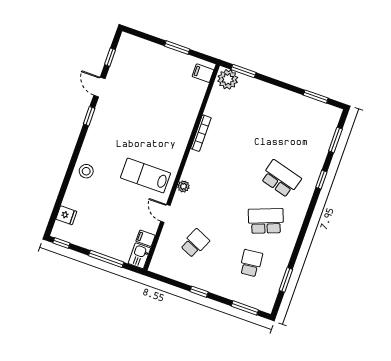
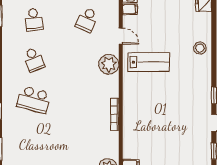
plant: (183, 186) -> (109, 64), width x1.87, depth x1.87
school desk: (266, 221) -> (34, 60), width x0.54

